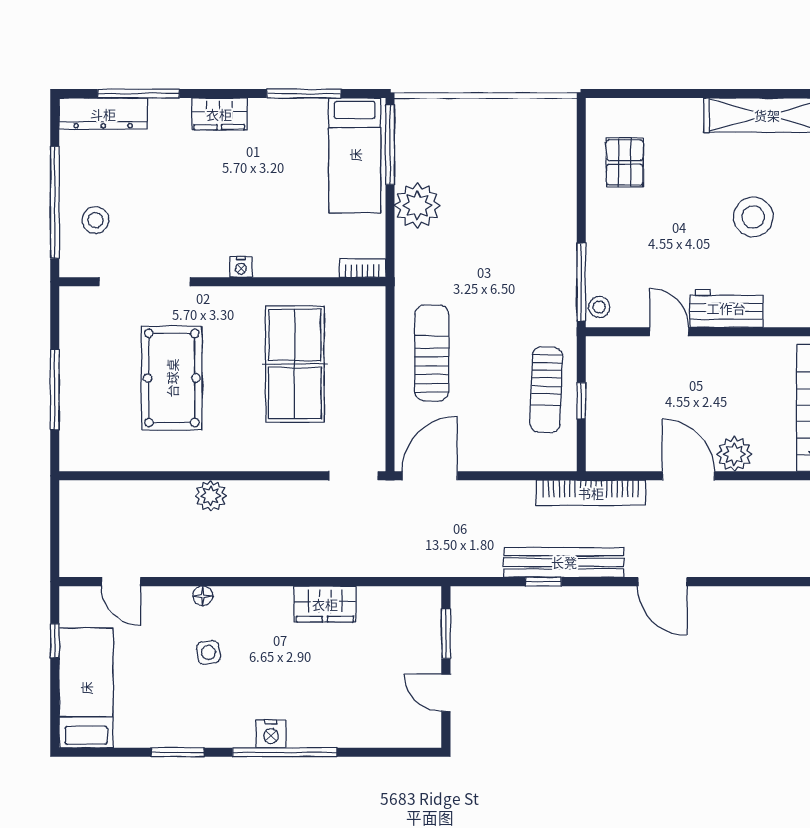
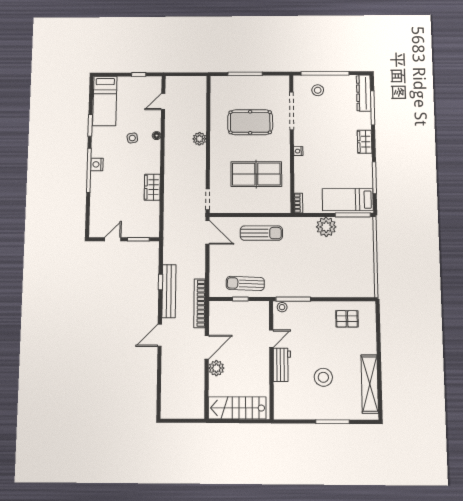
bed: (86, 688) -> (105, 101), moved, turned 90

